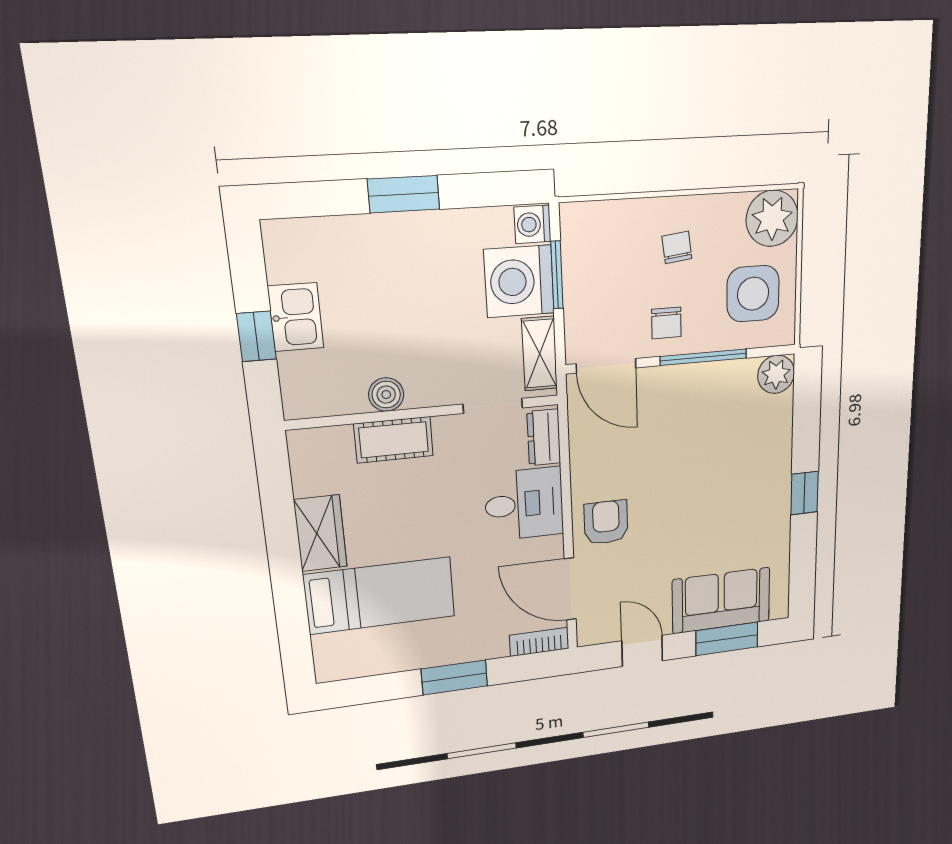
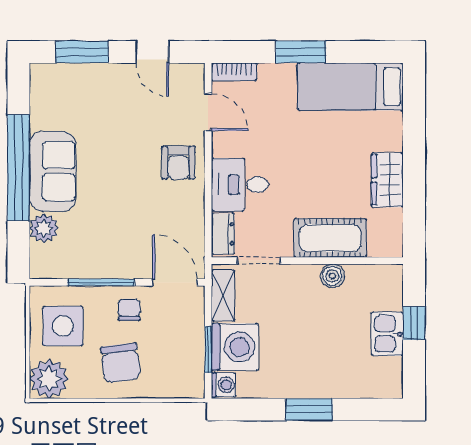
chair: (677, 247) -> (121, 363), width x1.87, depth x1.87
plant: (776, 374) -> (44, 228), moved
cot: (394, 440) -> (330, 238), width x1.37, depth x1.34
window: (805, 493) -> (18, 168), width x3.17
door: (570, 589) -> (208, 112), width x0.73
bed: (380, 596) -> (350, 87), moved
sofa: (721, 600) -> (53, 171), moved, turned -90

